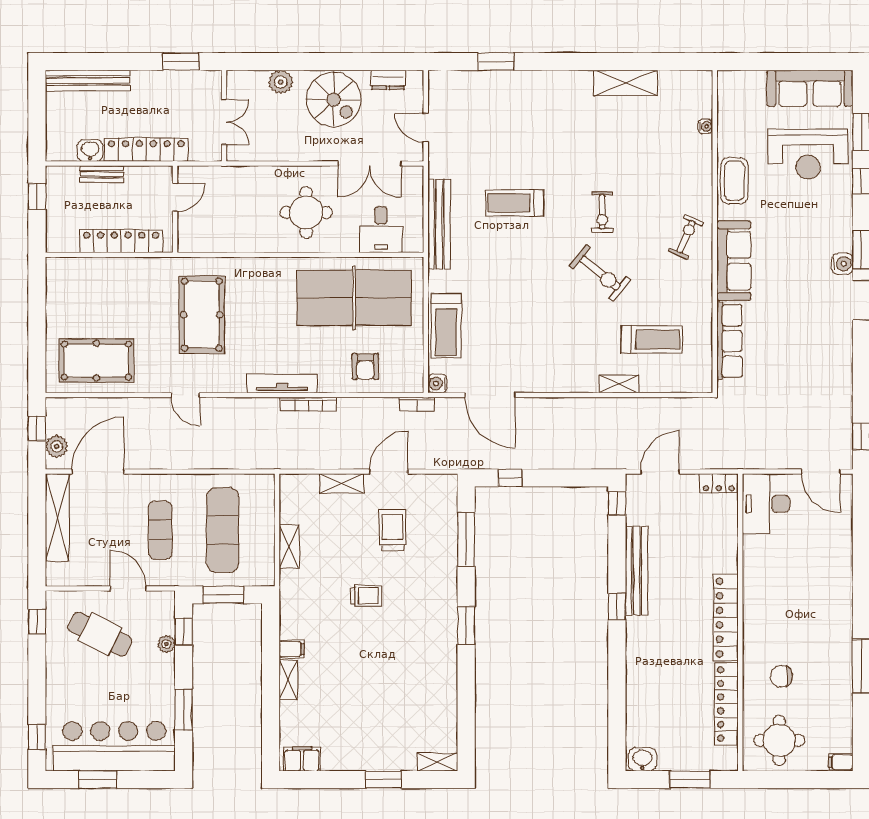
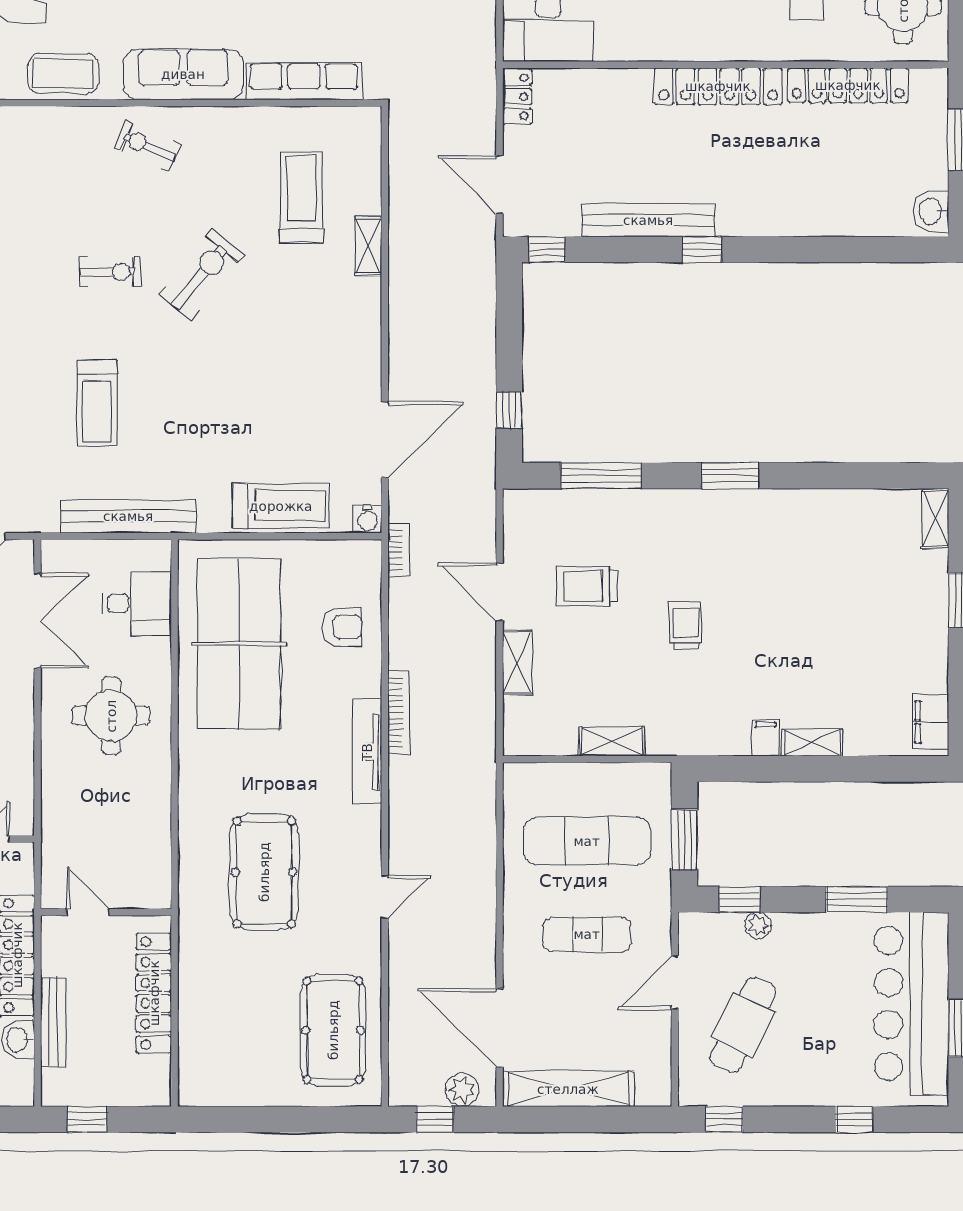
bench: (102, 174) -> (53, 1022), width x1.36
pool table: (202, 315) -> (264, 872), turned 90
window: (37, 737) -> (854, 1119), moved

